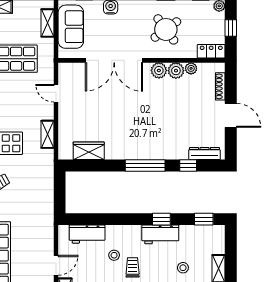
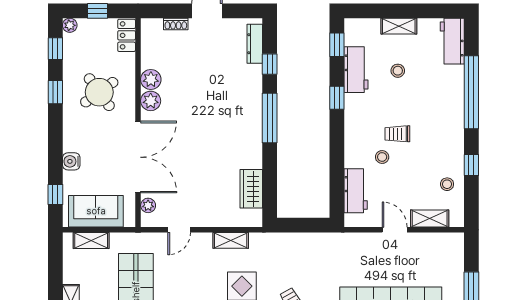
plant: (191, 68) -> (148, 205), moved
shoe rack: (220, 86) -> (176, 24), width x0.70
workbench: (160, 234) -> (356, 70), moved

